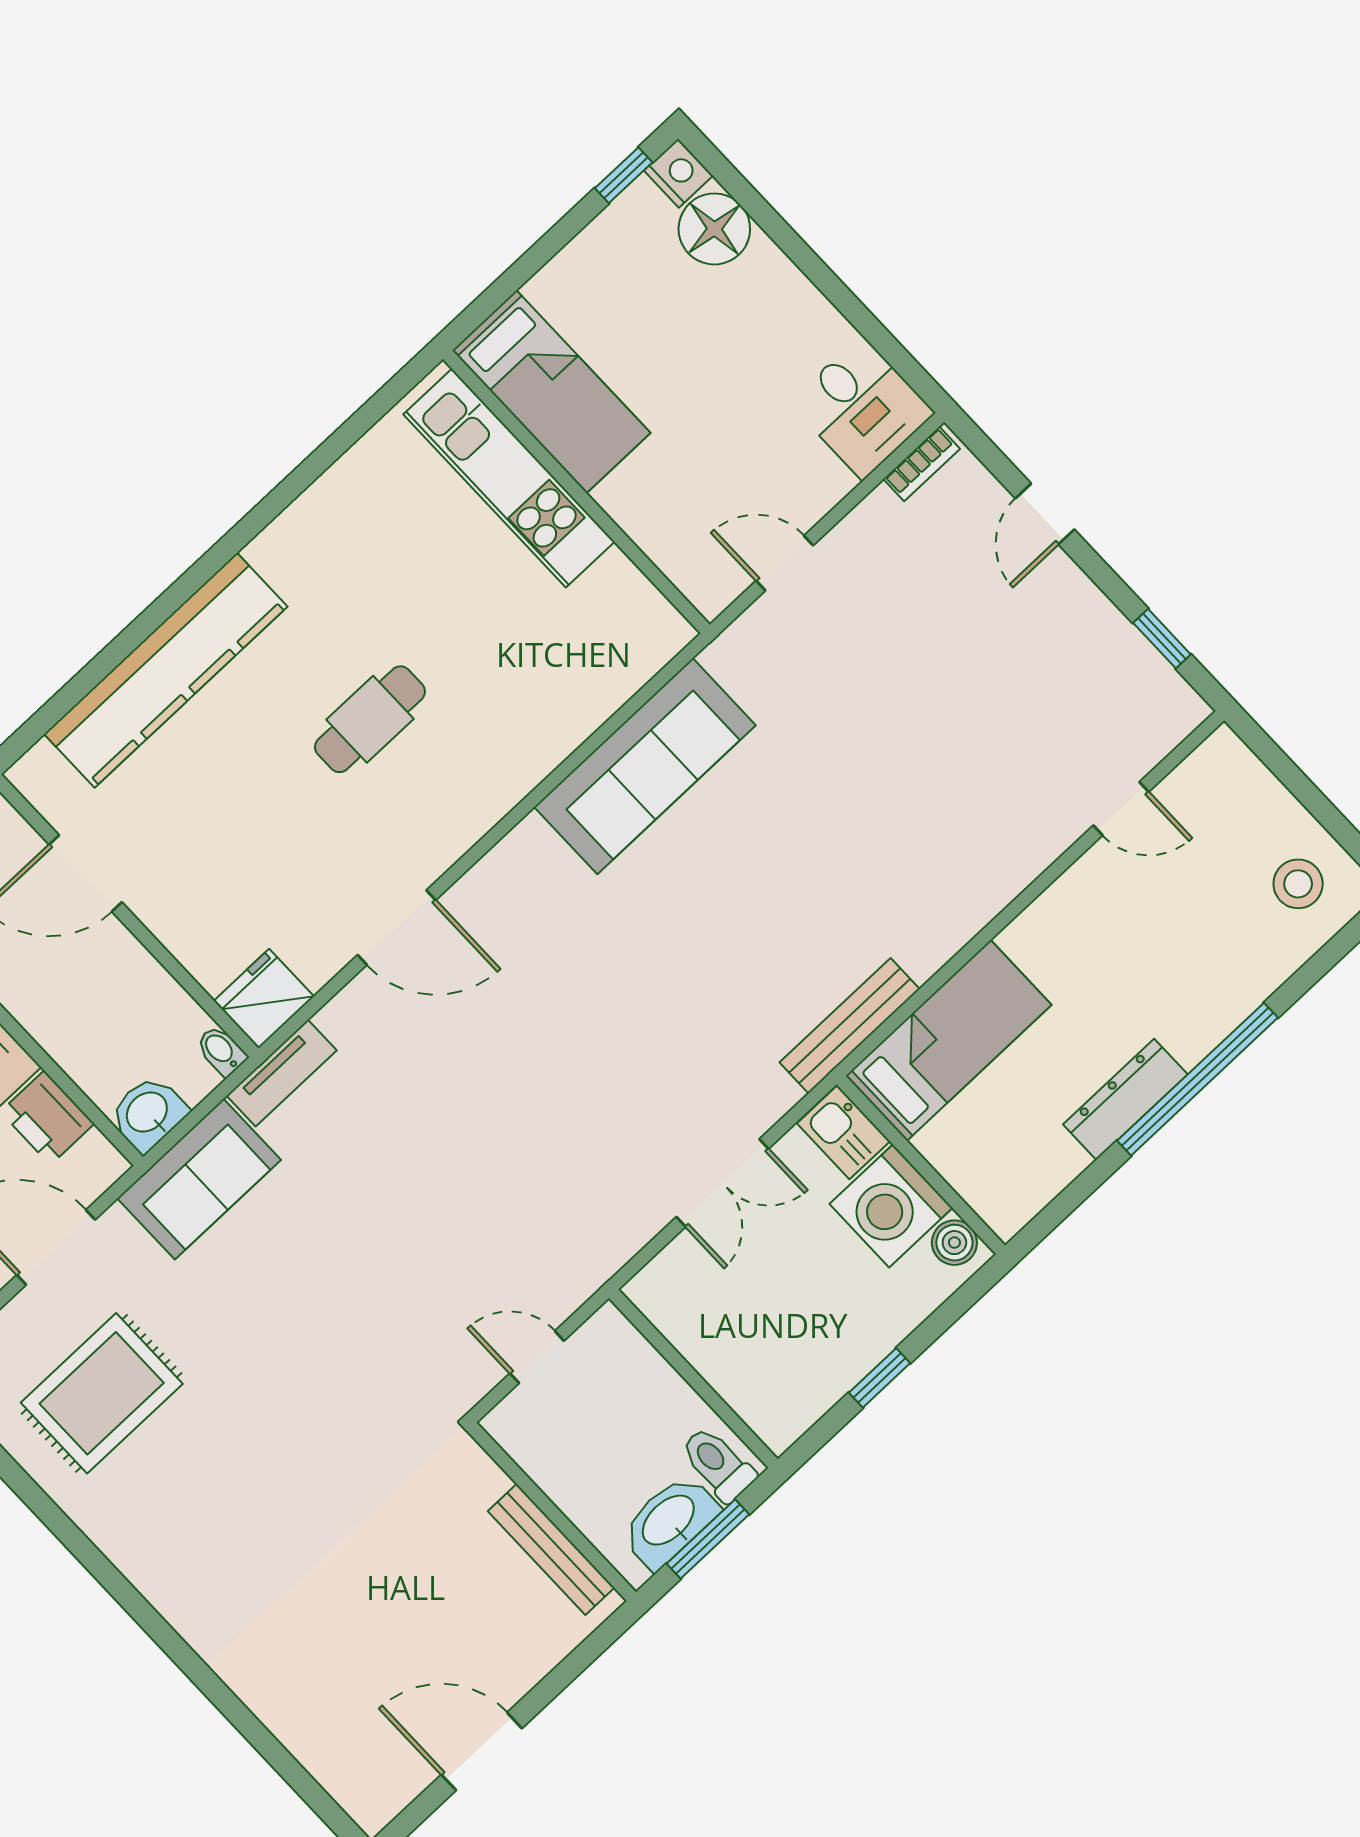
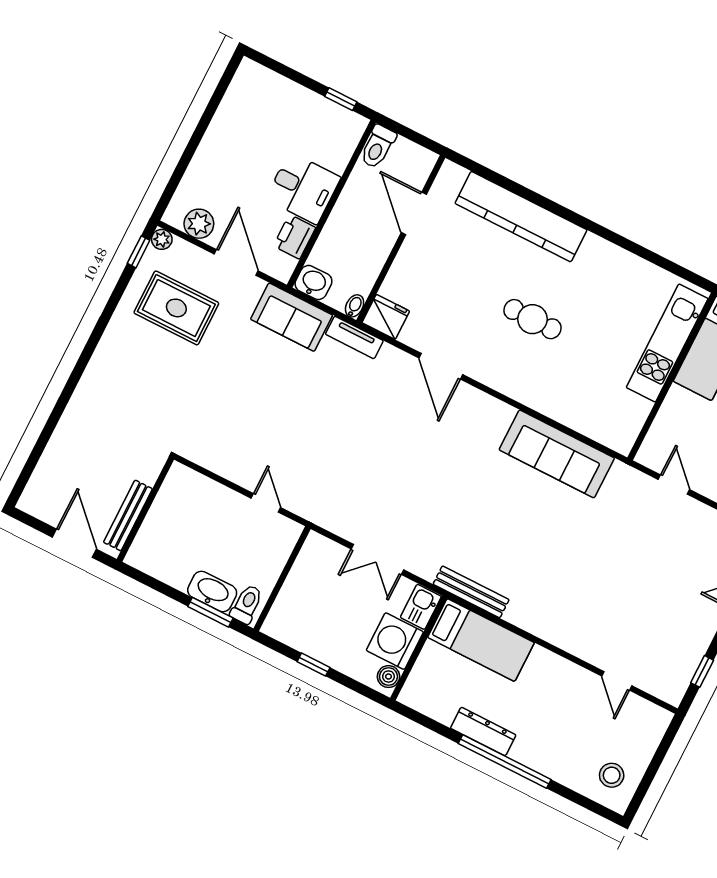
wall: (552, 1512) -> (145, 509), moved
bench: (551, 1549) -> (128, 515), moved

